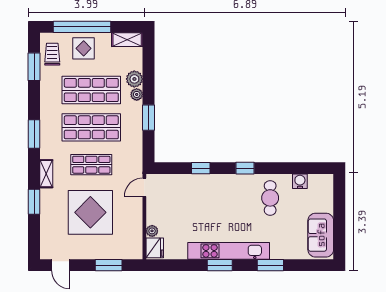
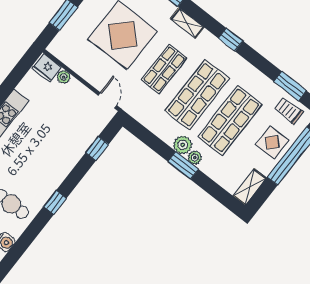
trolley: (52, 54) -> (289, 111), turned 180
plant: (134, 79) -> (183, 145), moved
window: (149, 118) -> (183, 165), moved
window: (34, 134) -> (231, 40), width x0.67
window: (201, 168) -> (97, 148), moved

